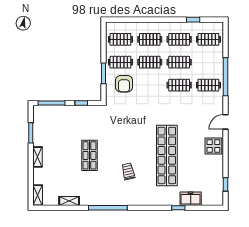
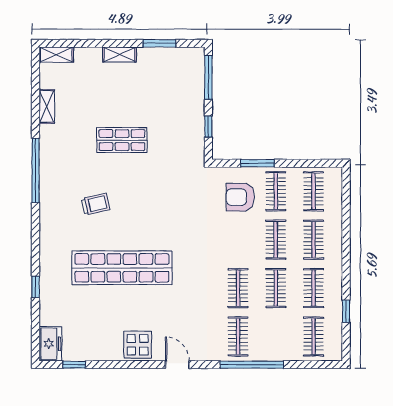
freezer: (191, 199) -> (50, 344), moved

